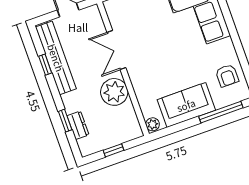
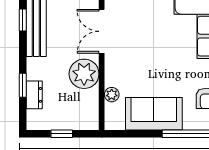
plant: (153, 124) -> (112, 95), moved

